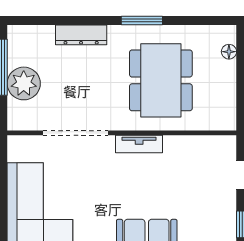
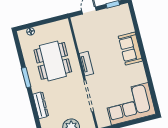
dining table: (161, 80) -> (53, 61), turned 90

